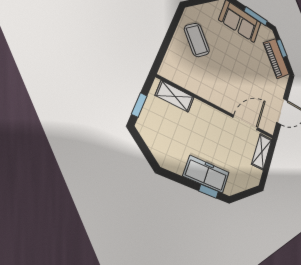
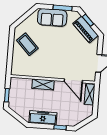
shelving: (175, 96) -> (43, 84), moved
door: (245, 123) -> (73, 81), swing flipped
freezer: (206, 174) -> (43, 118), moved

